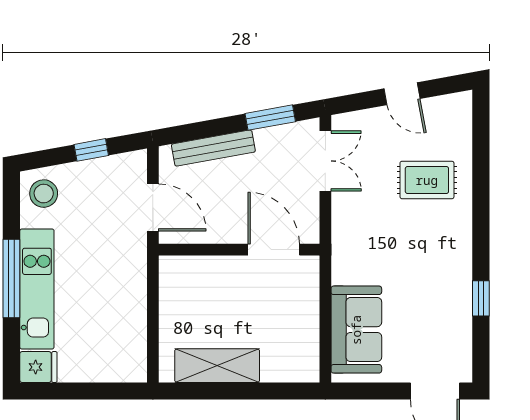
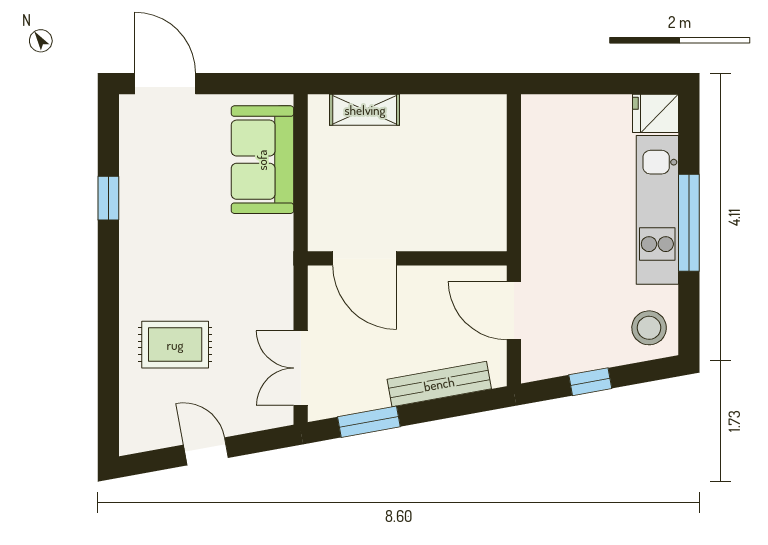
shelving: (217, 366) -> (365, 110), moved, width x0.67, depth x0.75

